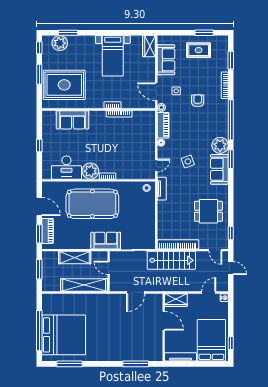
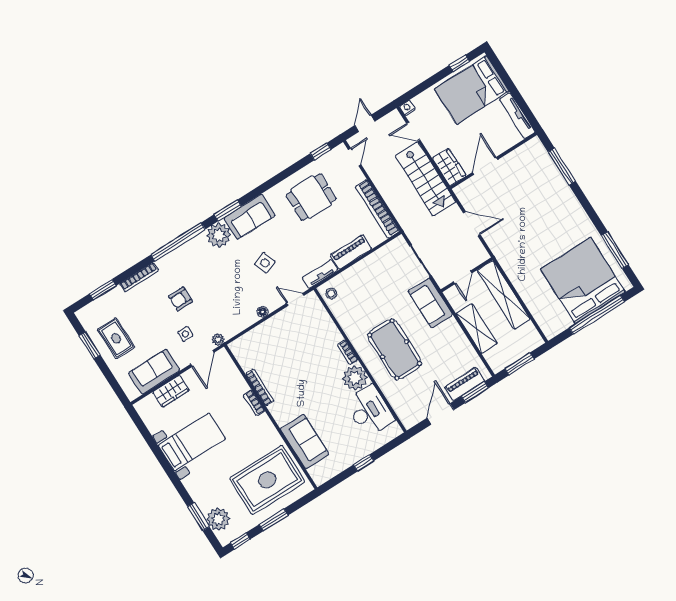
wardrobe: (149, 46) -> (171, 391), moved
rug: (64, 85) -> (267, 480), turned 90
piano: (163, 125) -> (351, 252), moved
pool table: (92, 204) -> (395, 349), width x0.73, depth x0.76
dining table: (208, 211) -> (311, 197), turned 90
stairs: (171, 260) -> (425, 179), moved, turned 180

